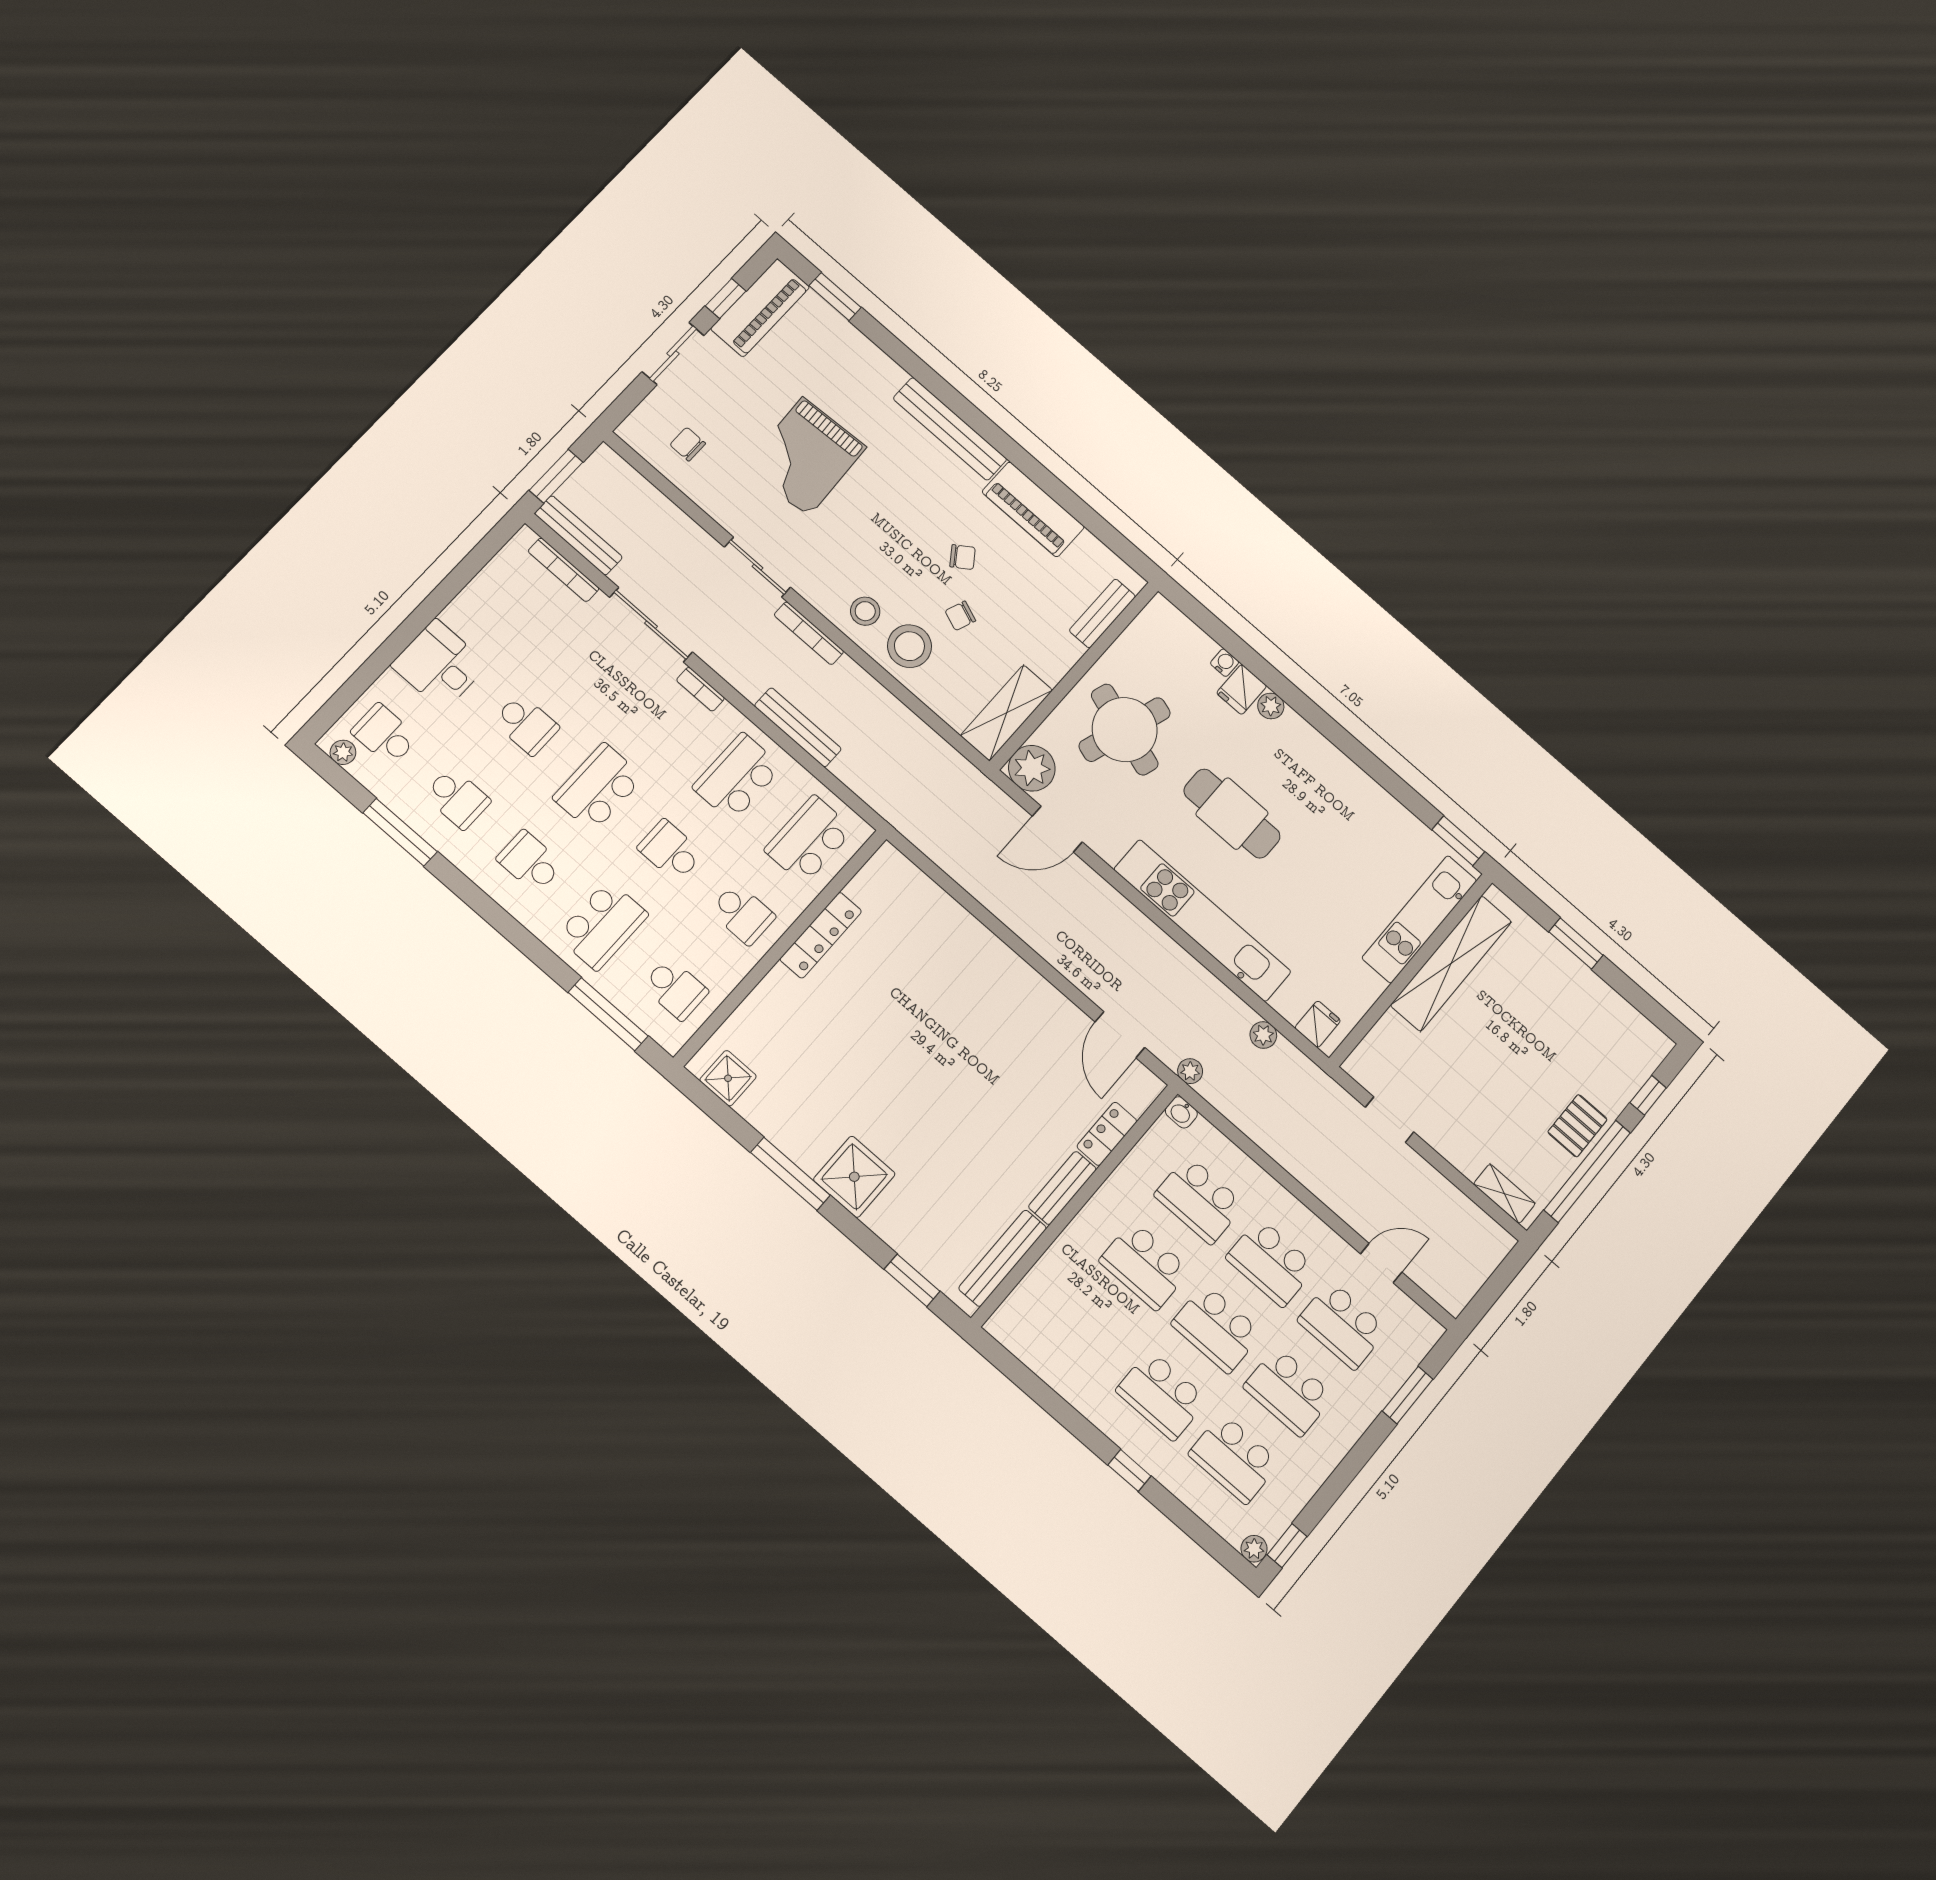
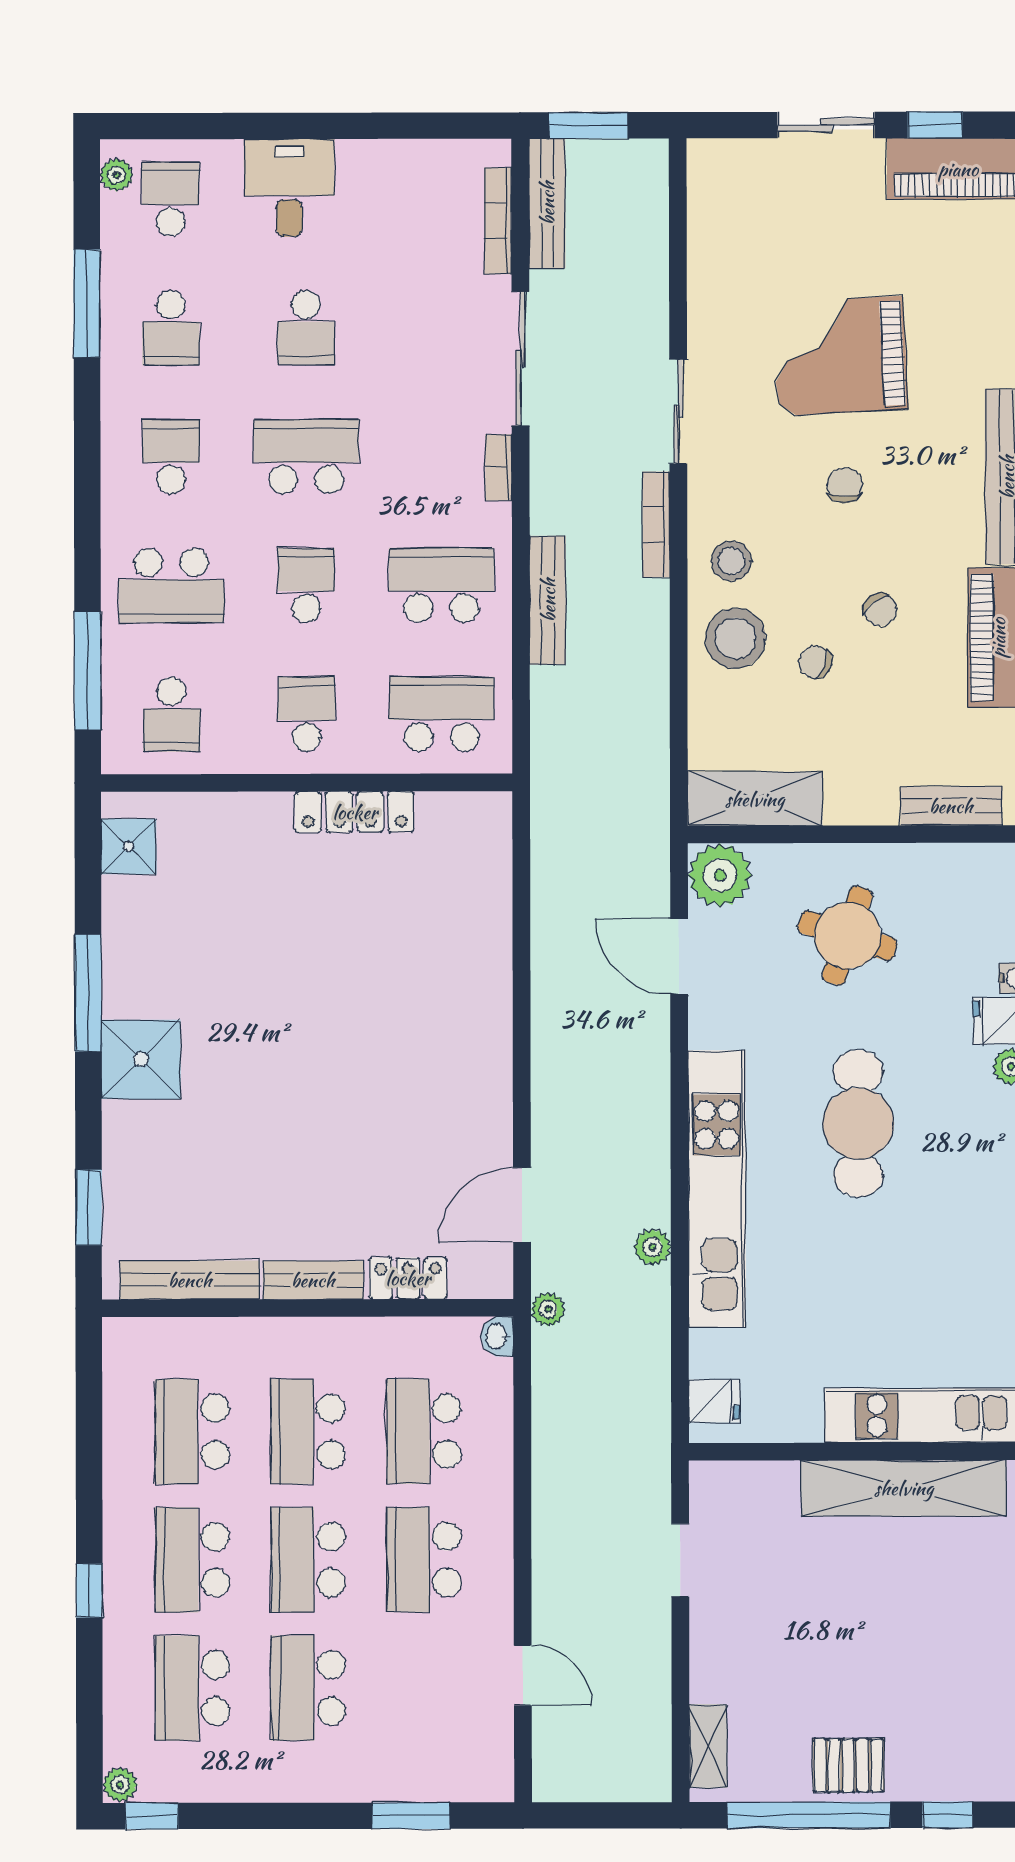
chair: (688, 444) -> (845, 485), moved
round table: (1125, 730) -> (847, 936), width x0.73, depth x0.73
school desk: (743, 914) -> (307, 714), turned 180
plant: (1263, 1035) -> (653, 1247), moved
school desk: (1342, 1325) -> (192, 1432), moved

